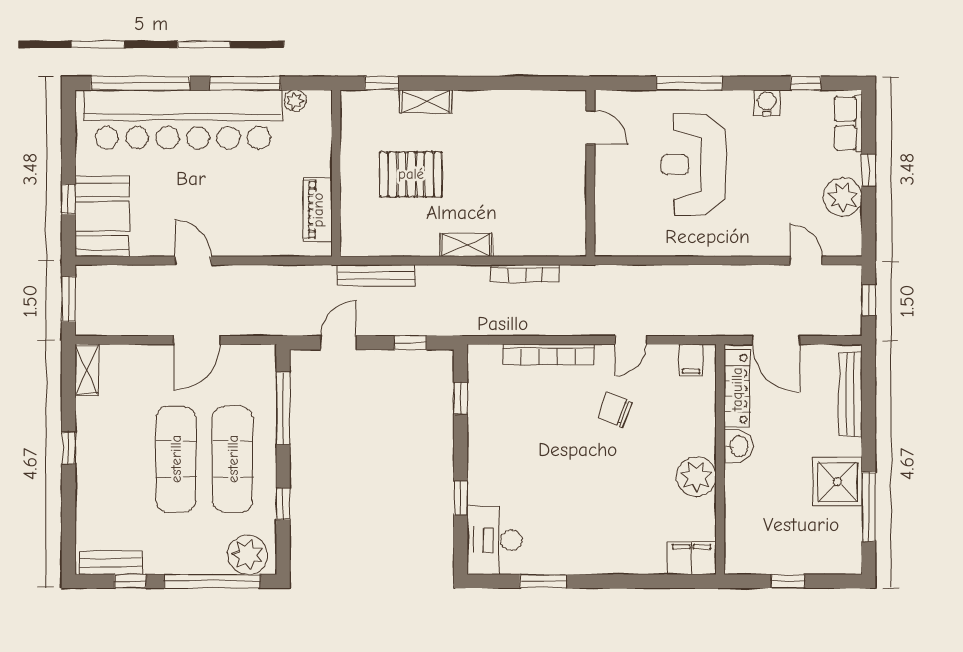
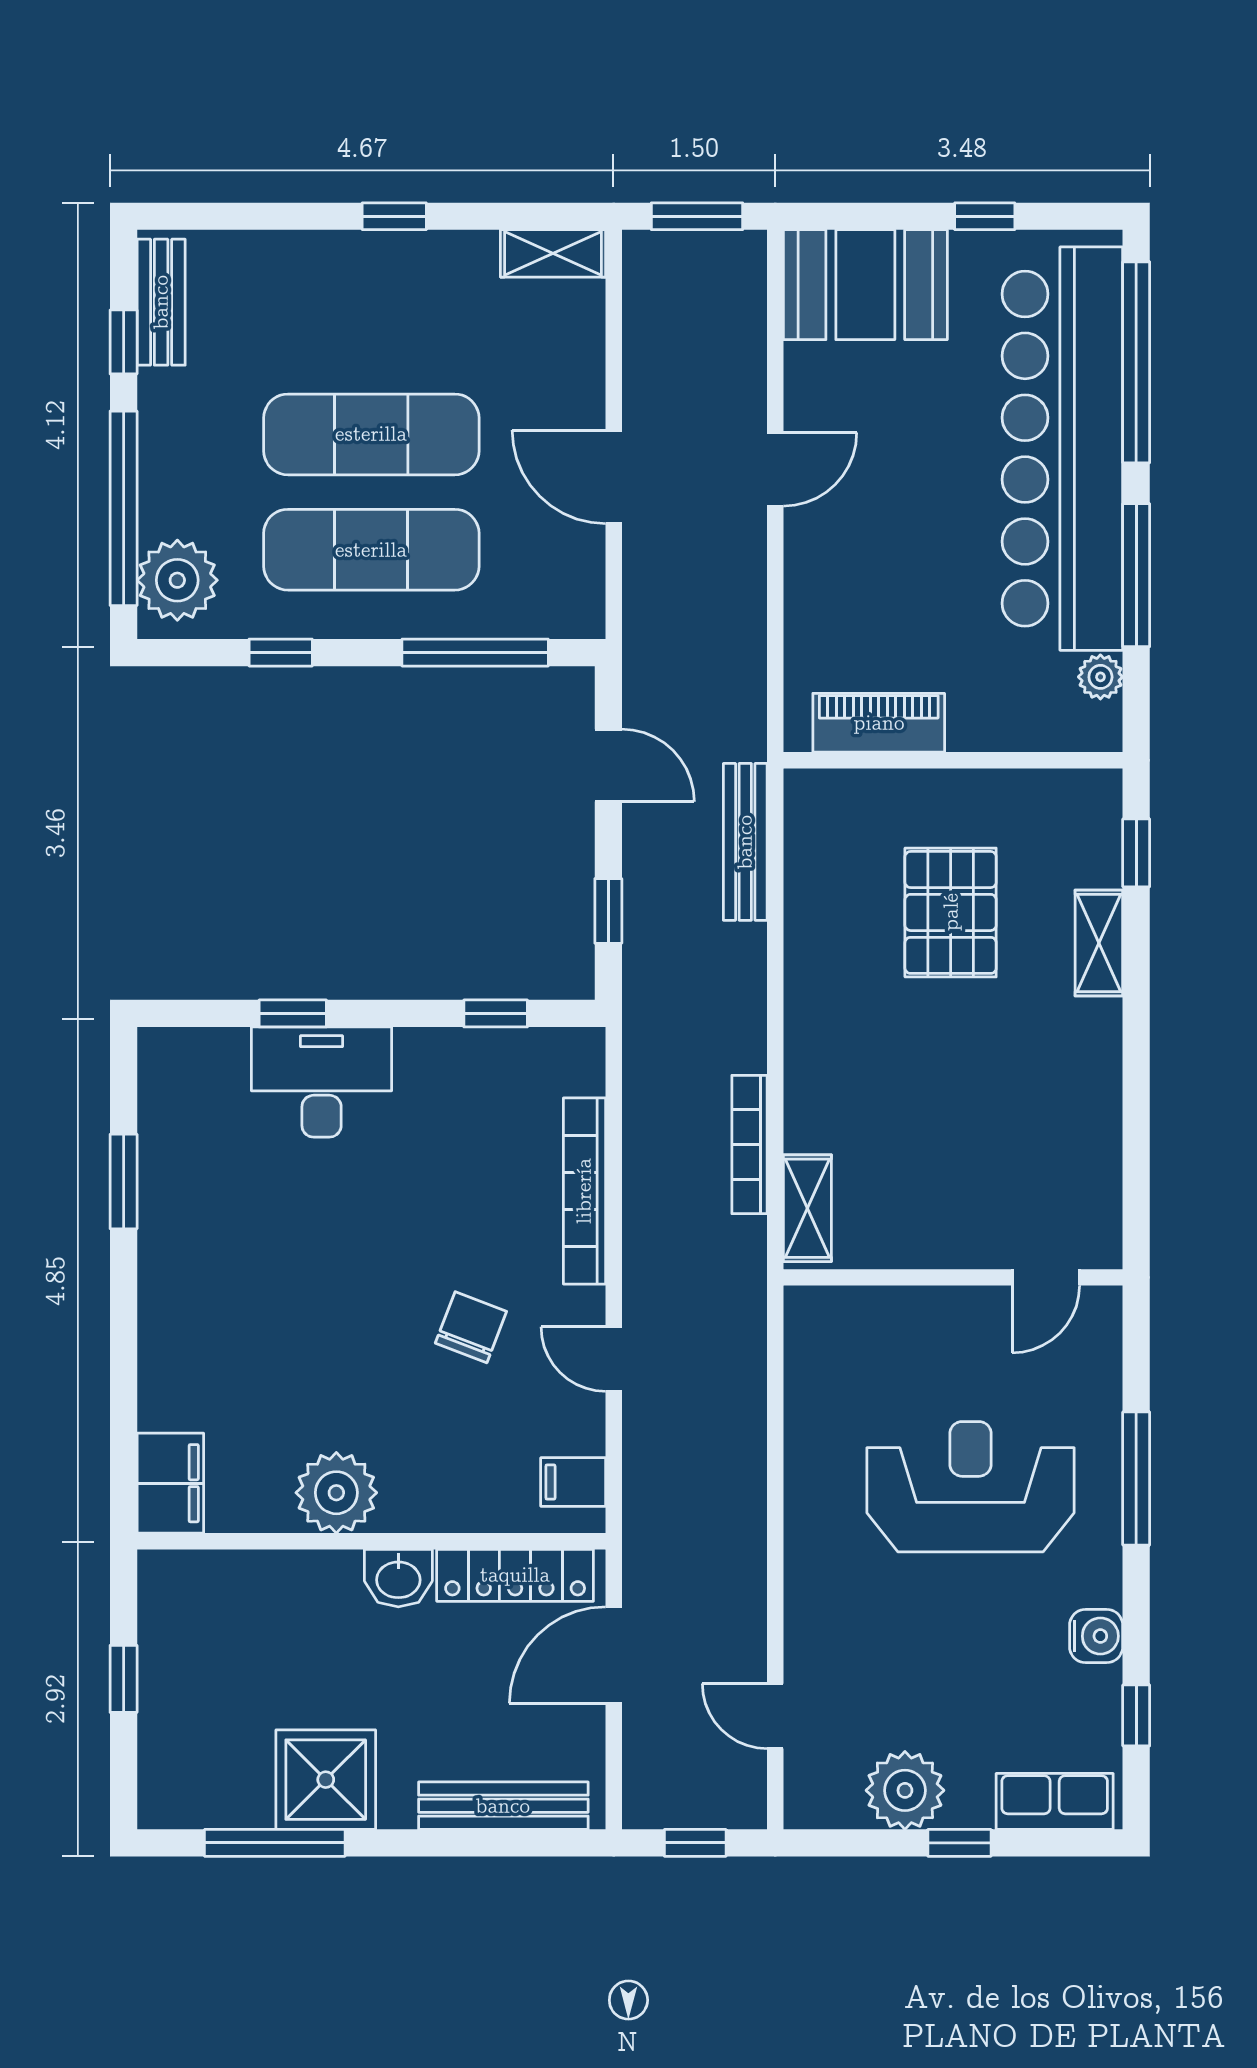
window: (69, 199) -> (985, 216), moved
shelving: (466, 245) -> (807, 1208), moved
door: (806, 261) -> (775, 1716), swing flipped
desk: (494, 540) -> (322, 1082), moved

